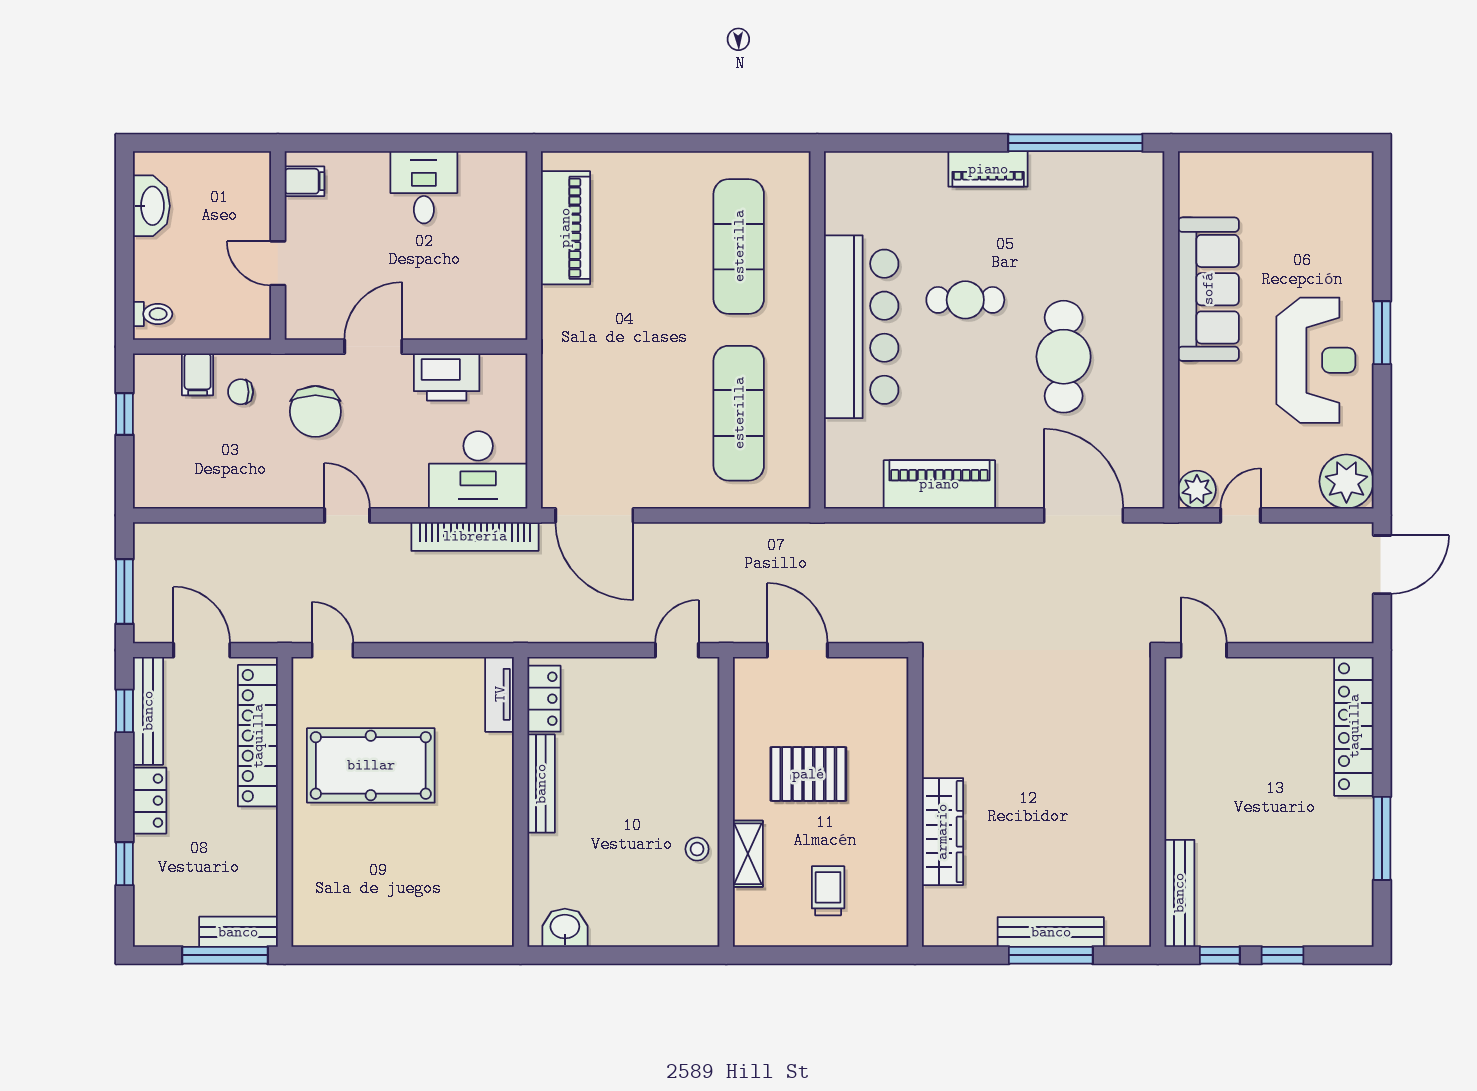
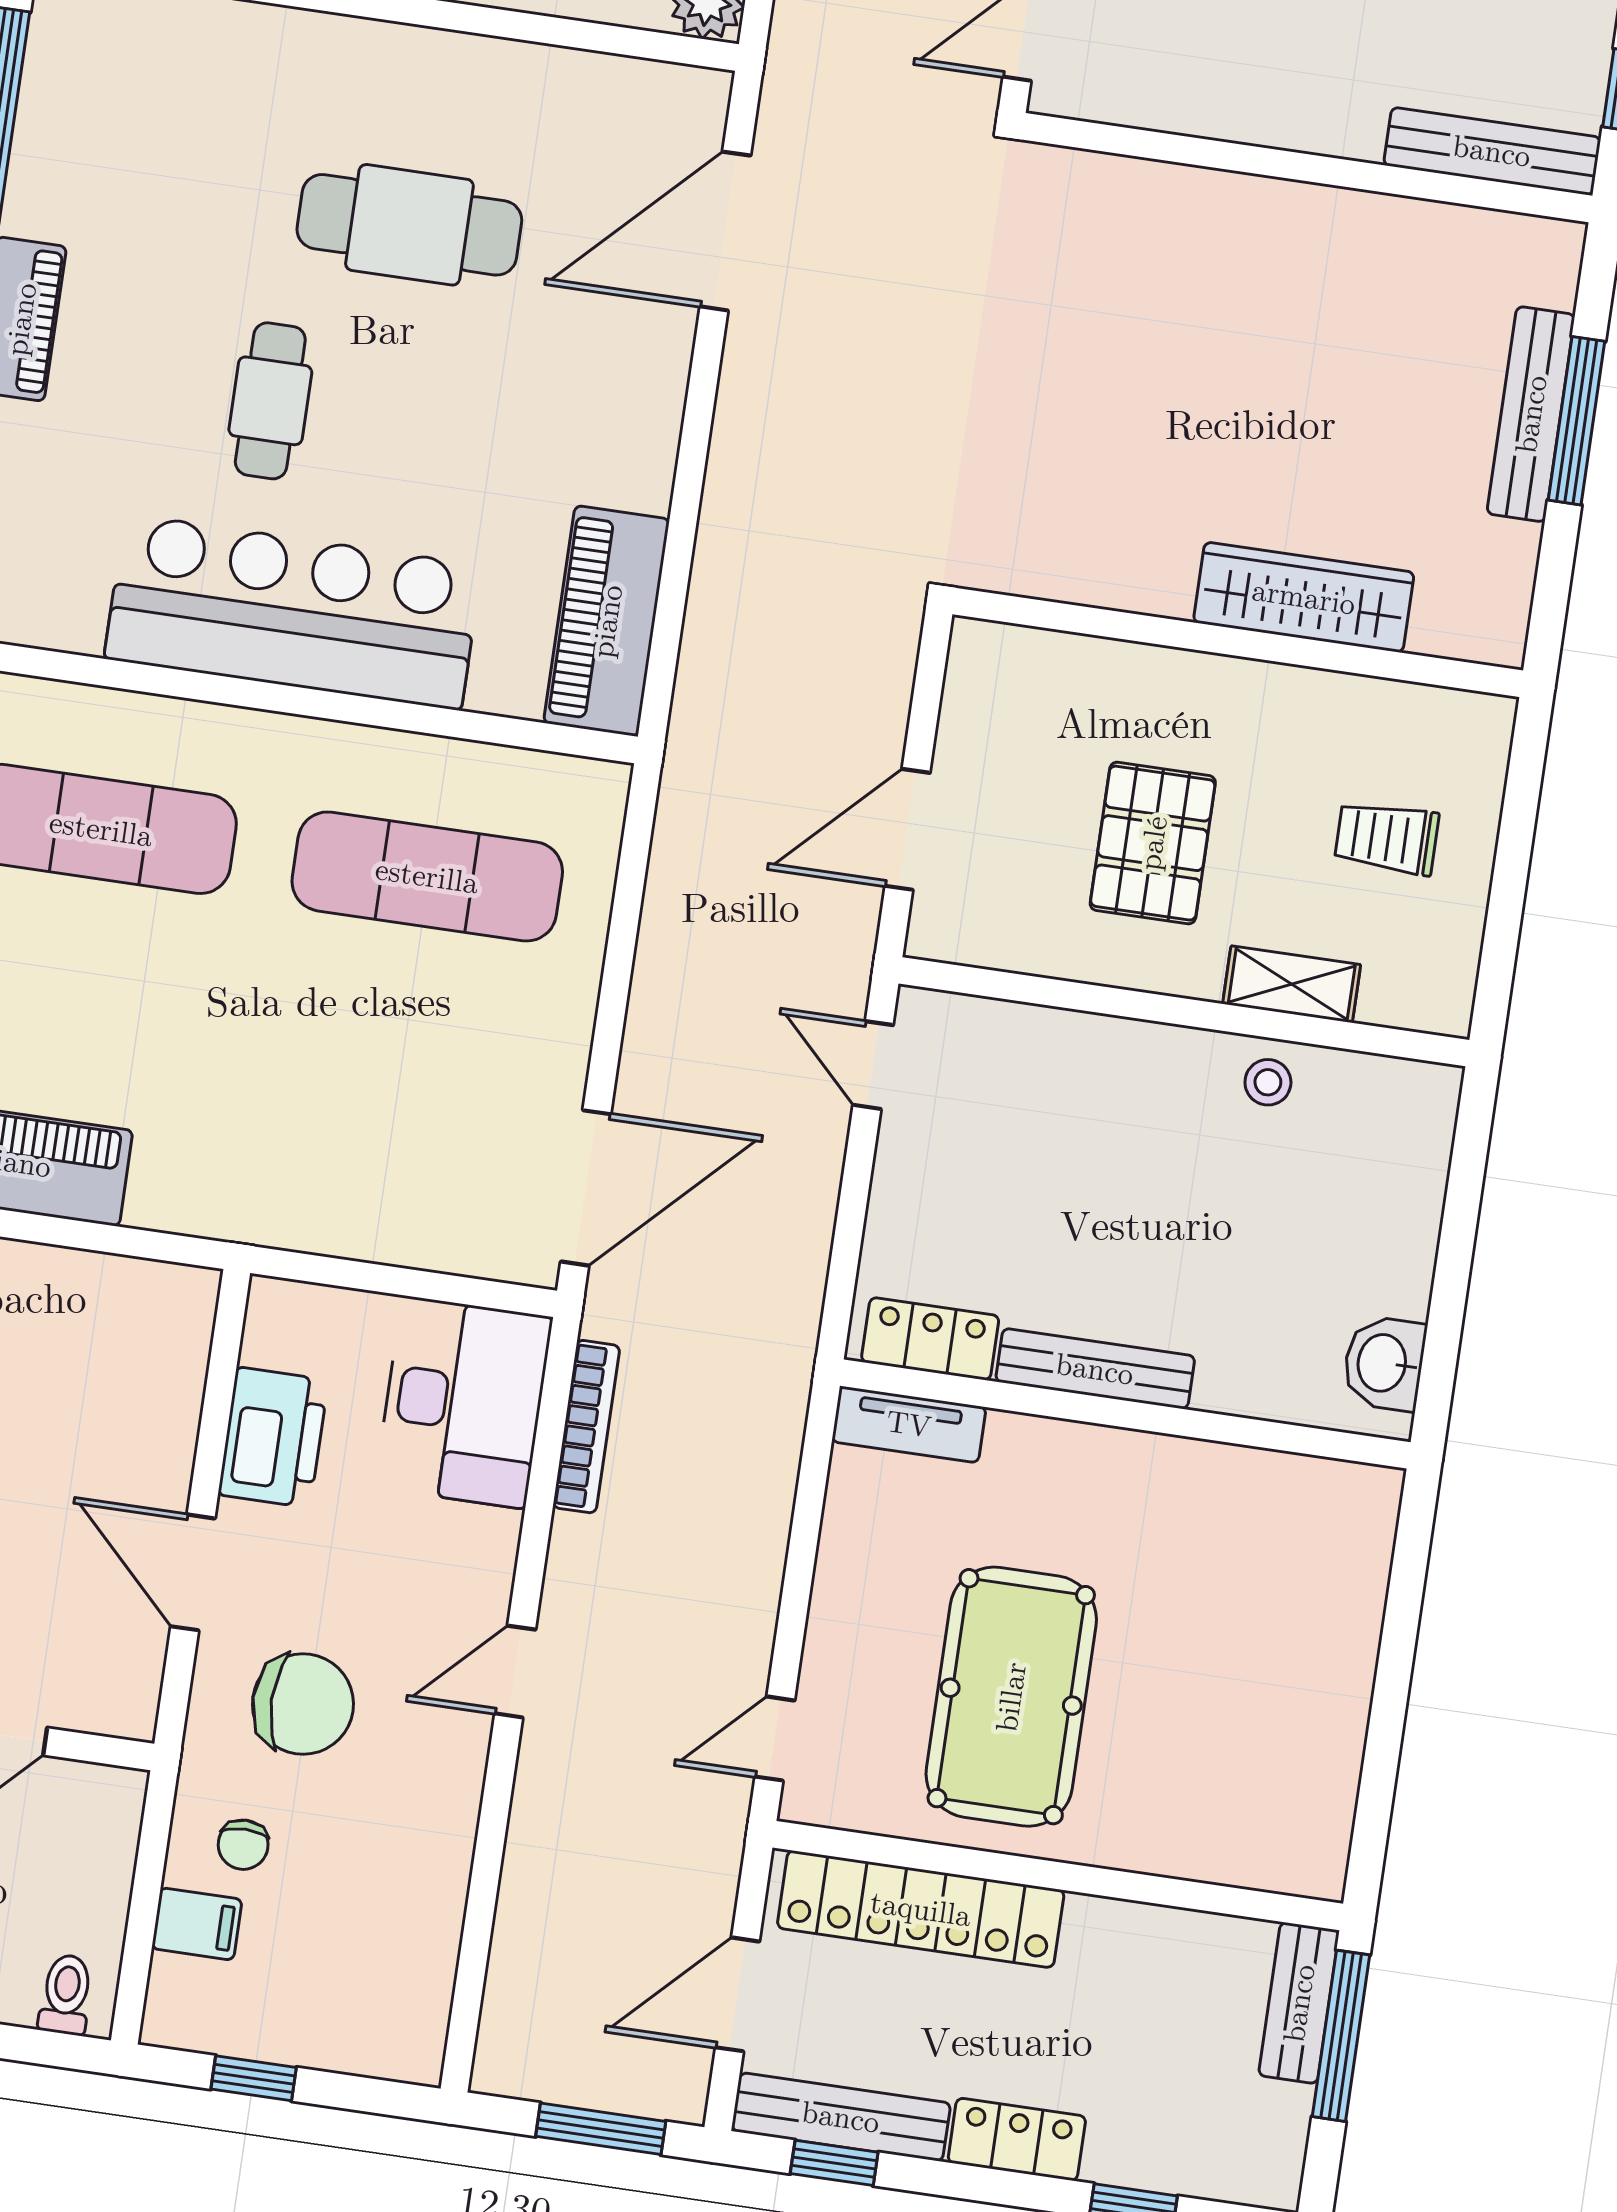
piano: (939, 484) -> (607, 621), moved
bookcase: (475, 536) -> (586, 1427), width x0.68, depth x0.76

